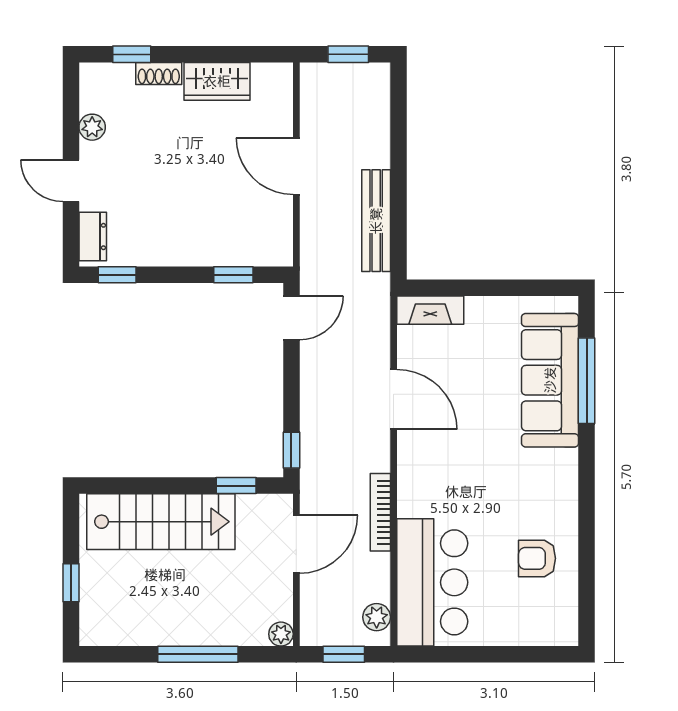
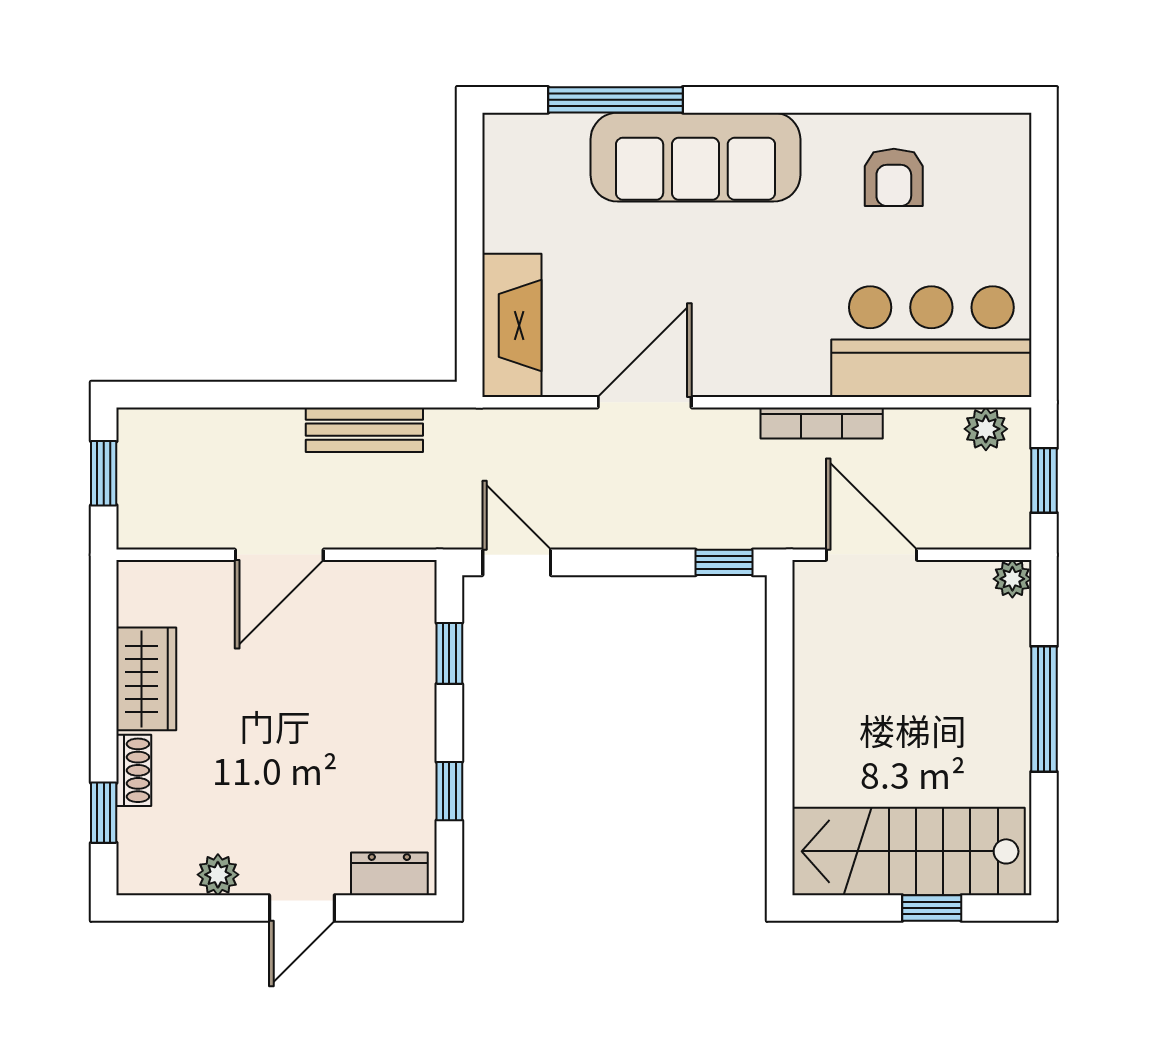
bench: (376, 221) -> (364, 430), width x0.73
window: (117, 275) -> (449, 791), moved
fireplace: (430, 310) -> (512, 325), width x1.37, depth x1.32
sofa: (550, 380) -> (695, 157), moved
window: (236, 486) -> (780, 649), removed
stairs: (161, 522) -> (909, 851), moved, turned -90

